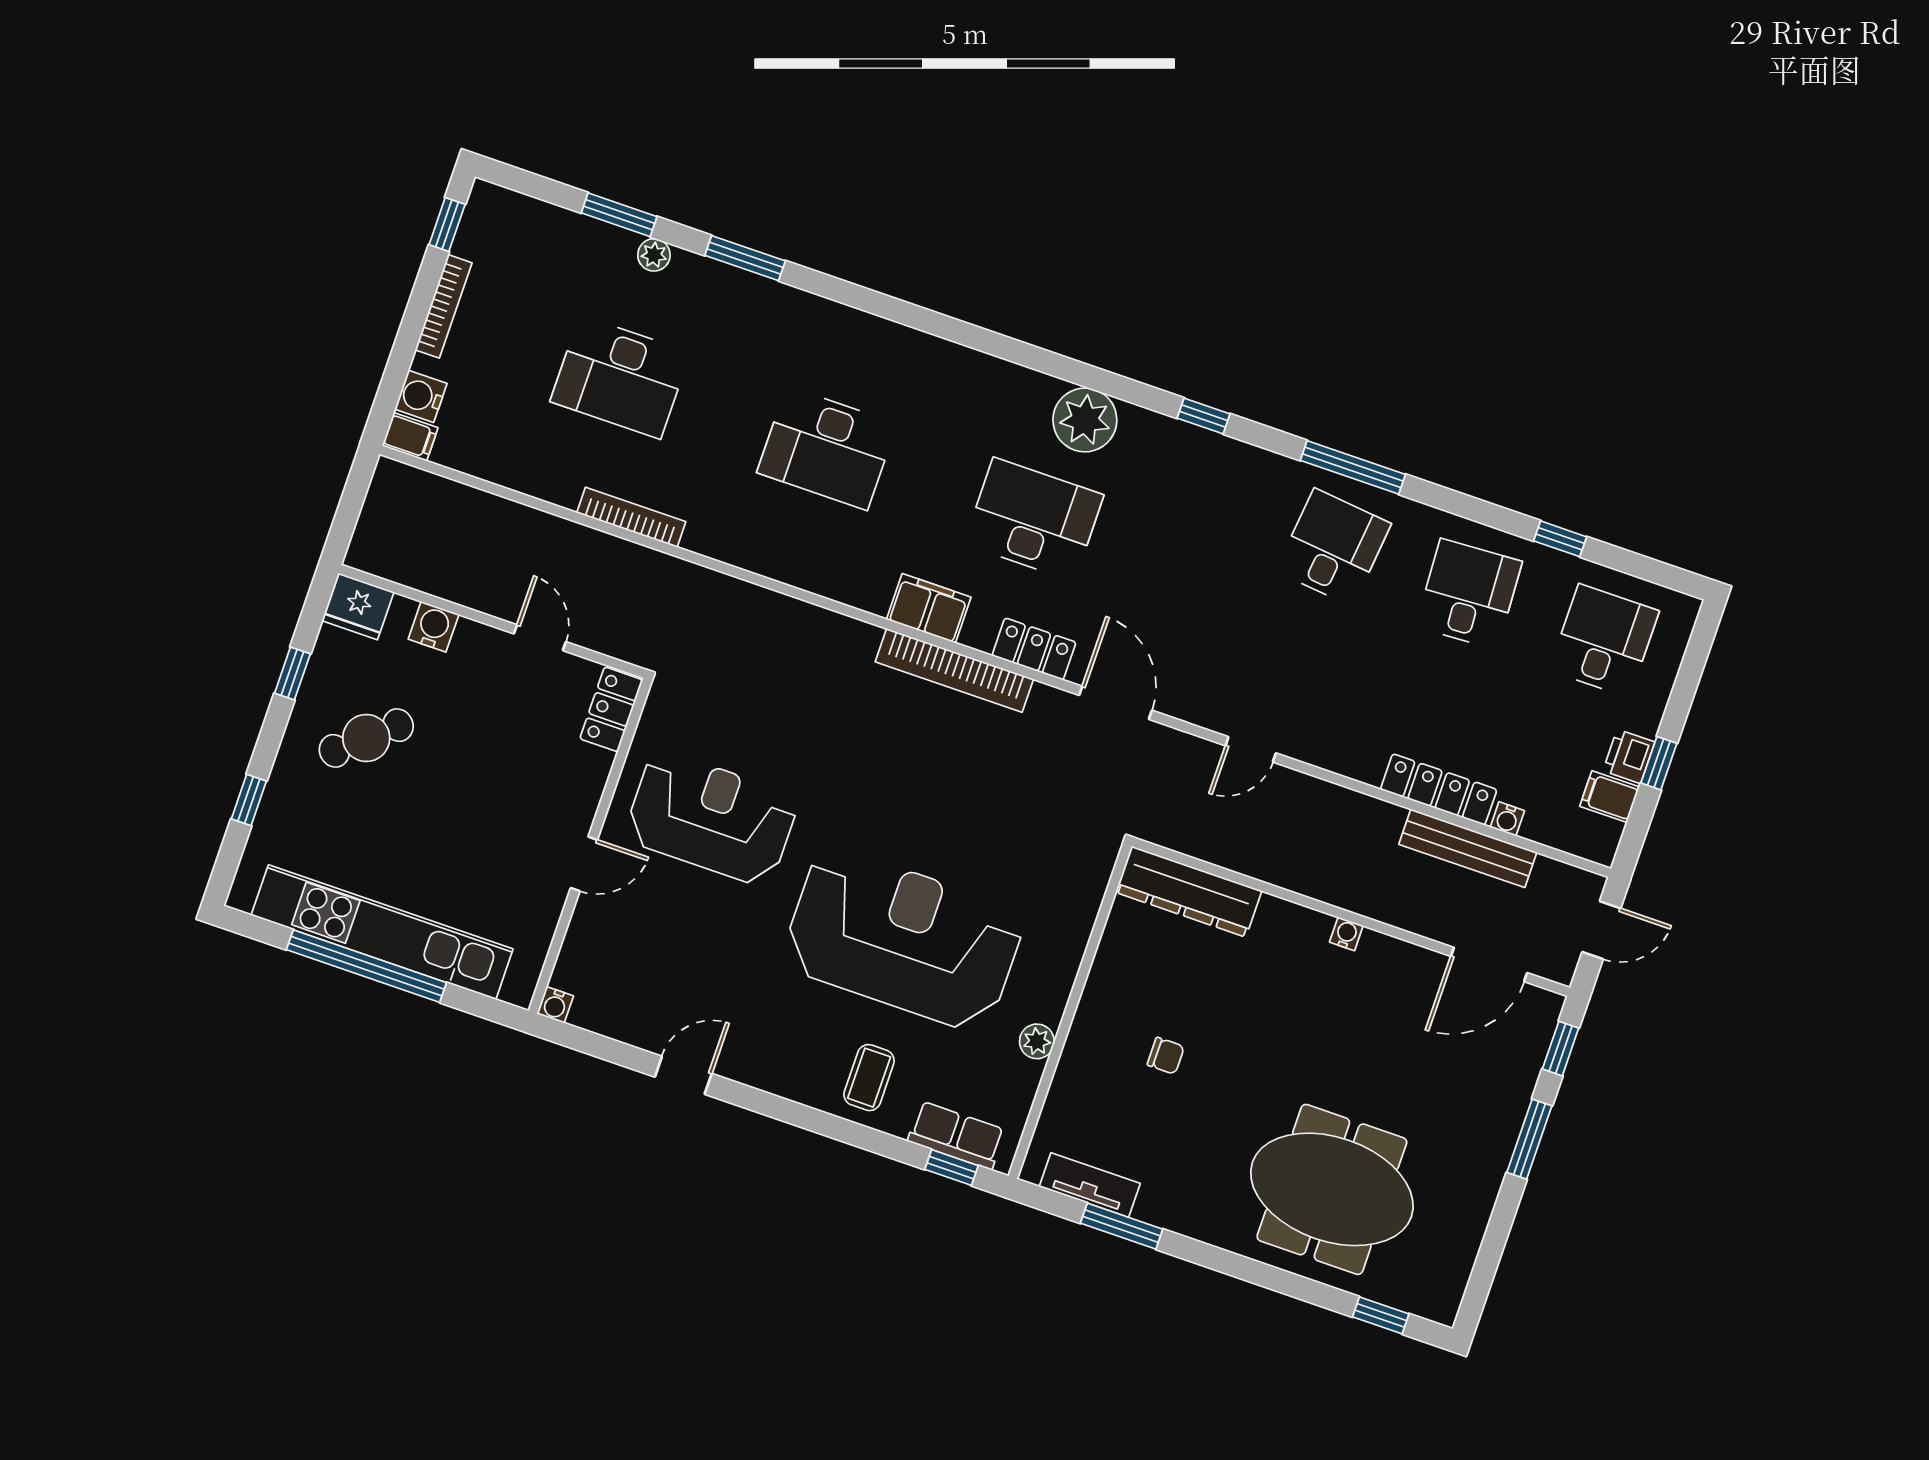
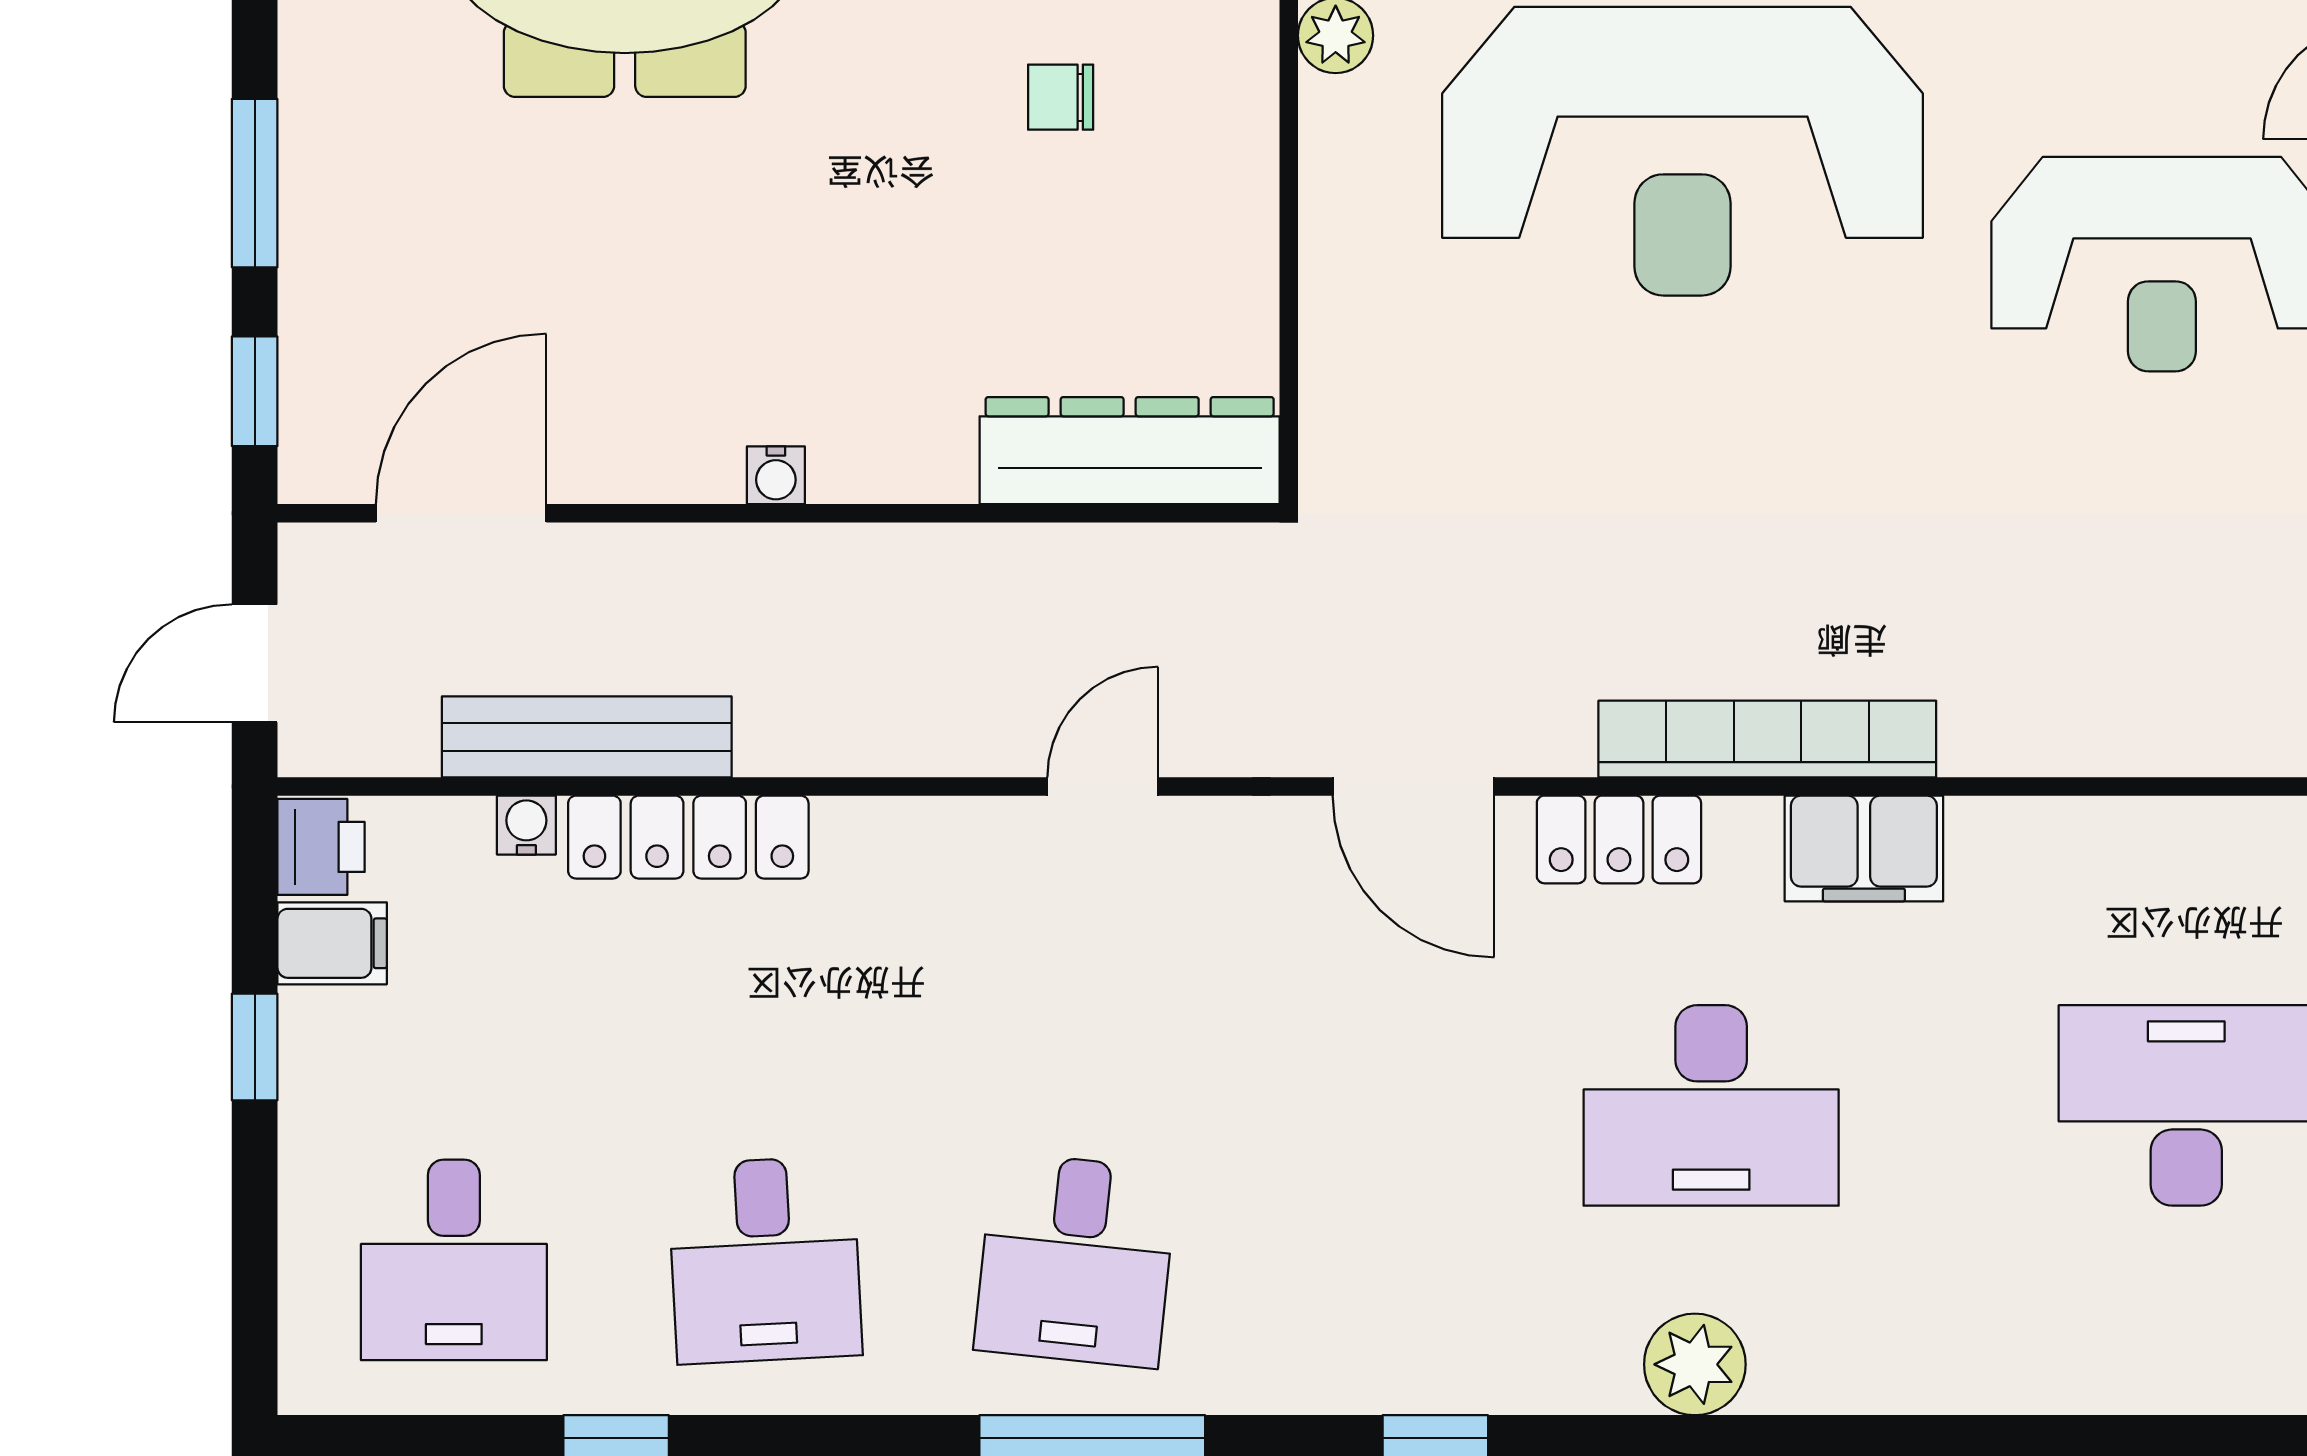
plant: (1085, 420) -> (1695, 1364), width x0.73, depth x0.73
printer: (1629, 756) -> (321, 847), moved

